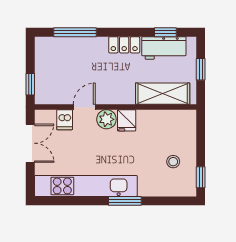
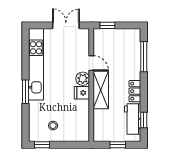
shelving: (163, 94) -> (101, 90), moved
dishwasher: (65, 120) -> (82, 49), removed
double door: (30, 143) -> (66, 25), swing flipped

